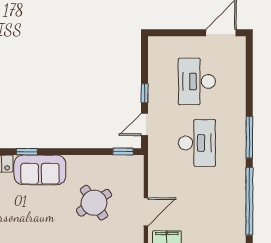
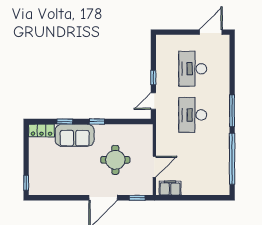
desk: (197, 143) -> (193, 115), turned 180
window: (123, 152) -> (97, 121), moved
round table: (94, 203) -> (115, 160), turned 34

